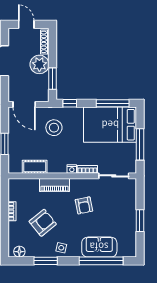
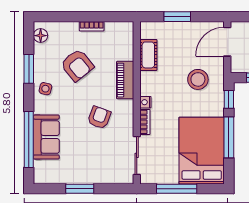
window: (113, 103) -> (229, 137), moved
armchair: (84, 205) -> (99, 117), turned 121

